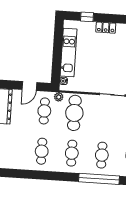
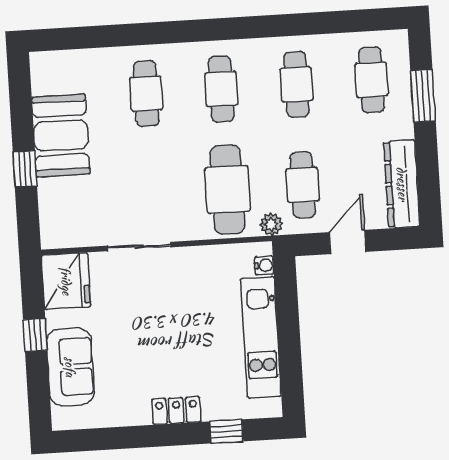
cafe table: (12, 149) -> (372, 80), added
window: (99, 179) -> (146, 34), removed

